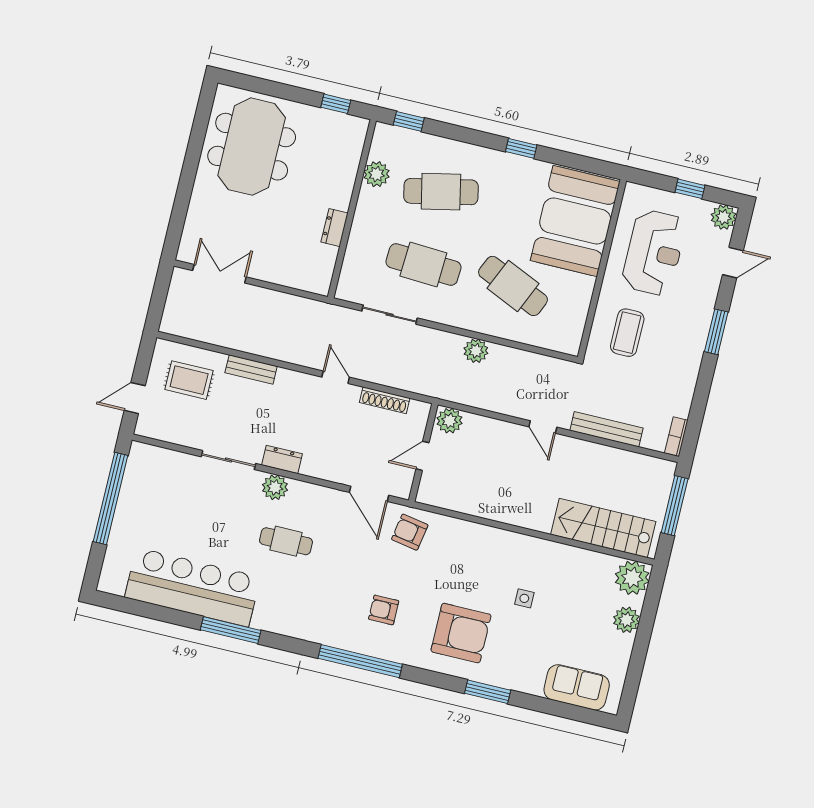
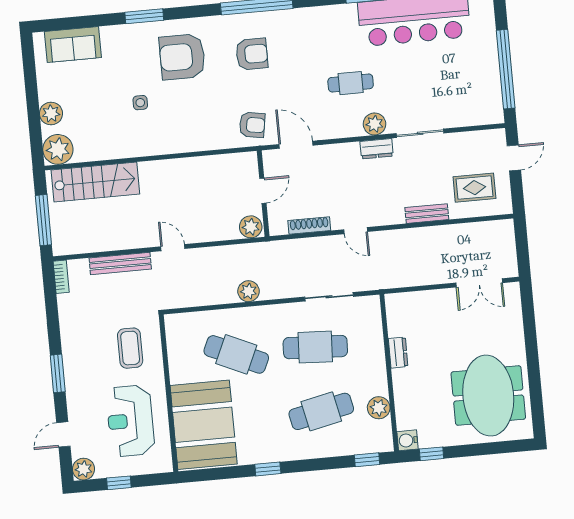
water cooler: (357, 128) -> (407, 440), added
armchair: (384, 610) -> (252, 54), width x1.38, depth x1.38

